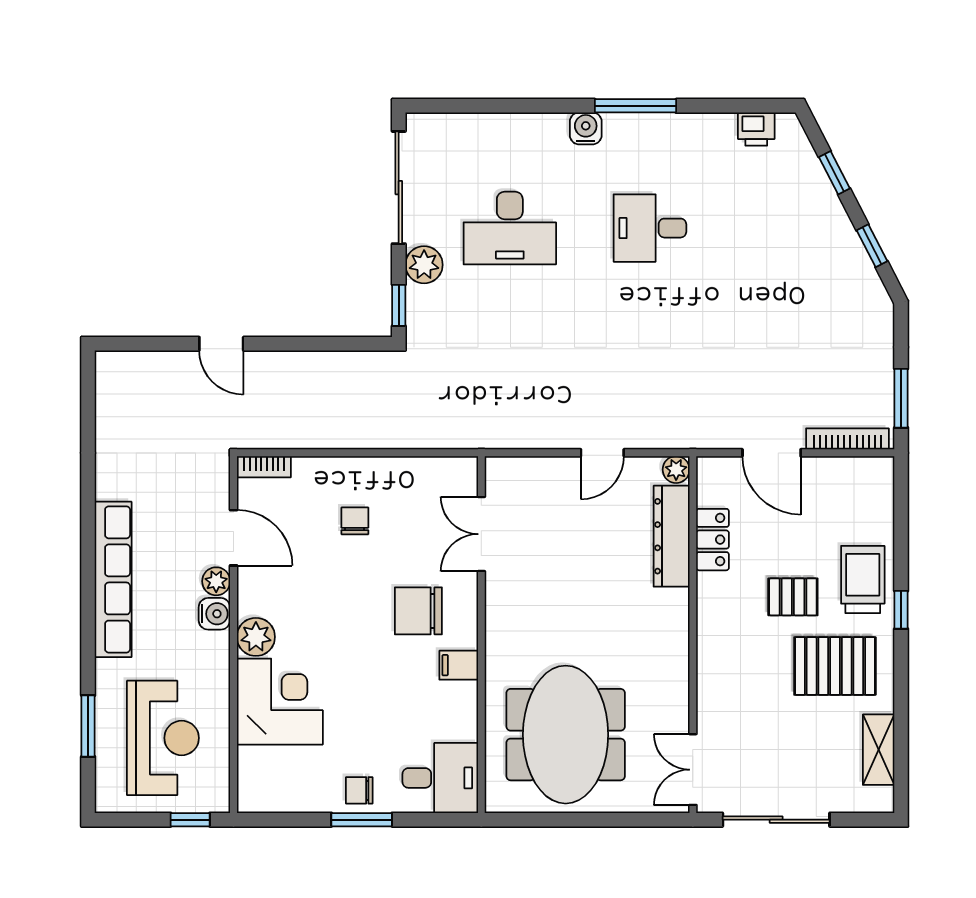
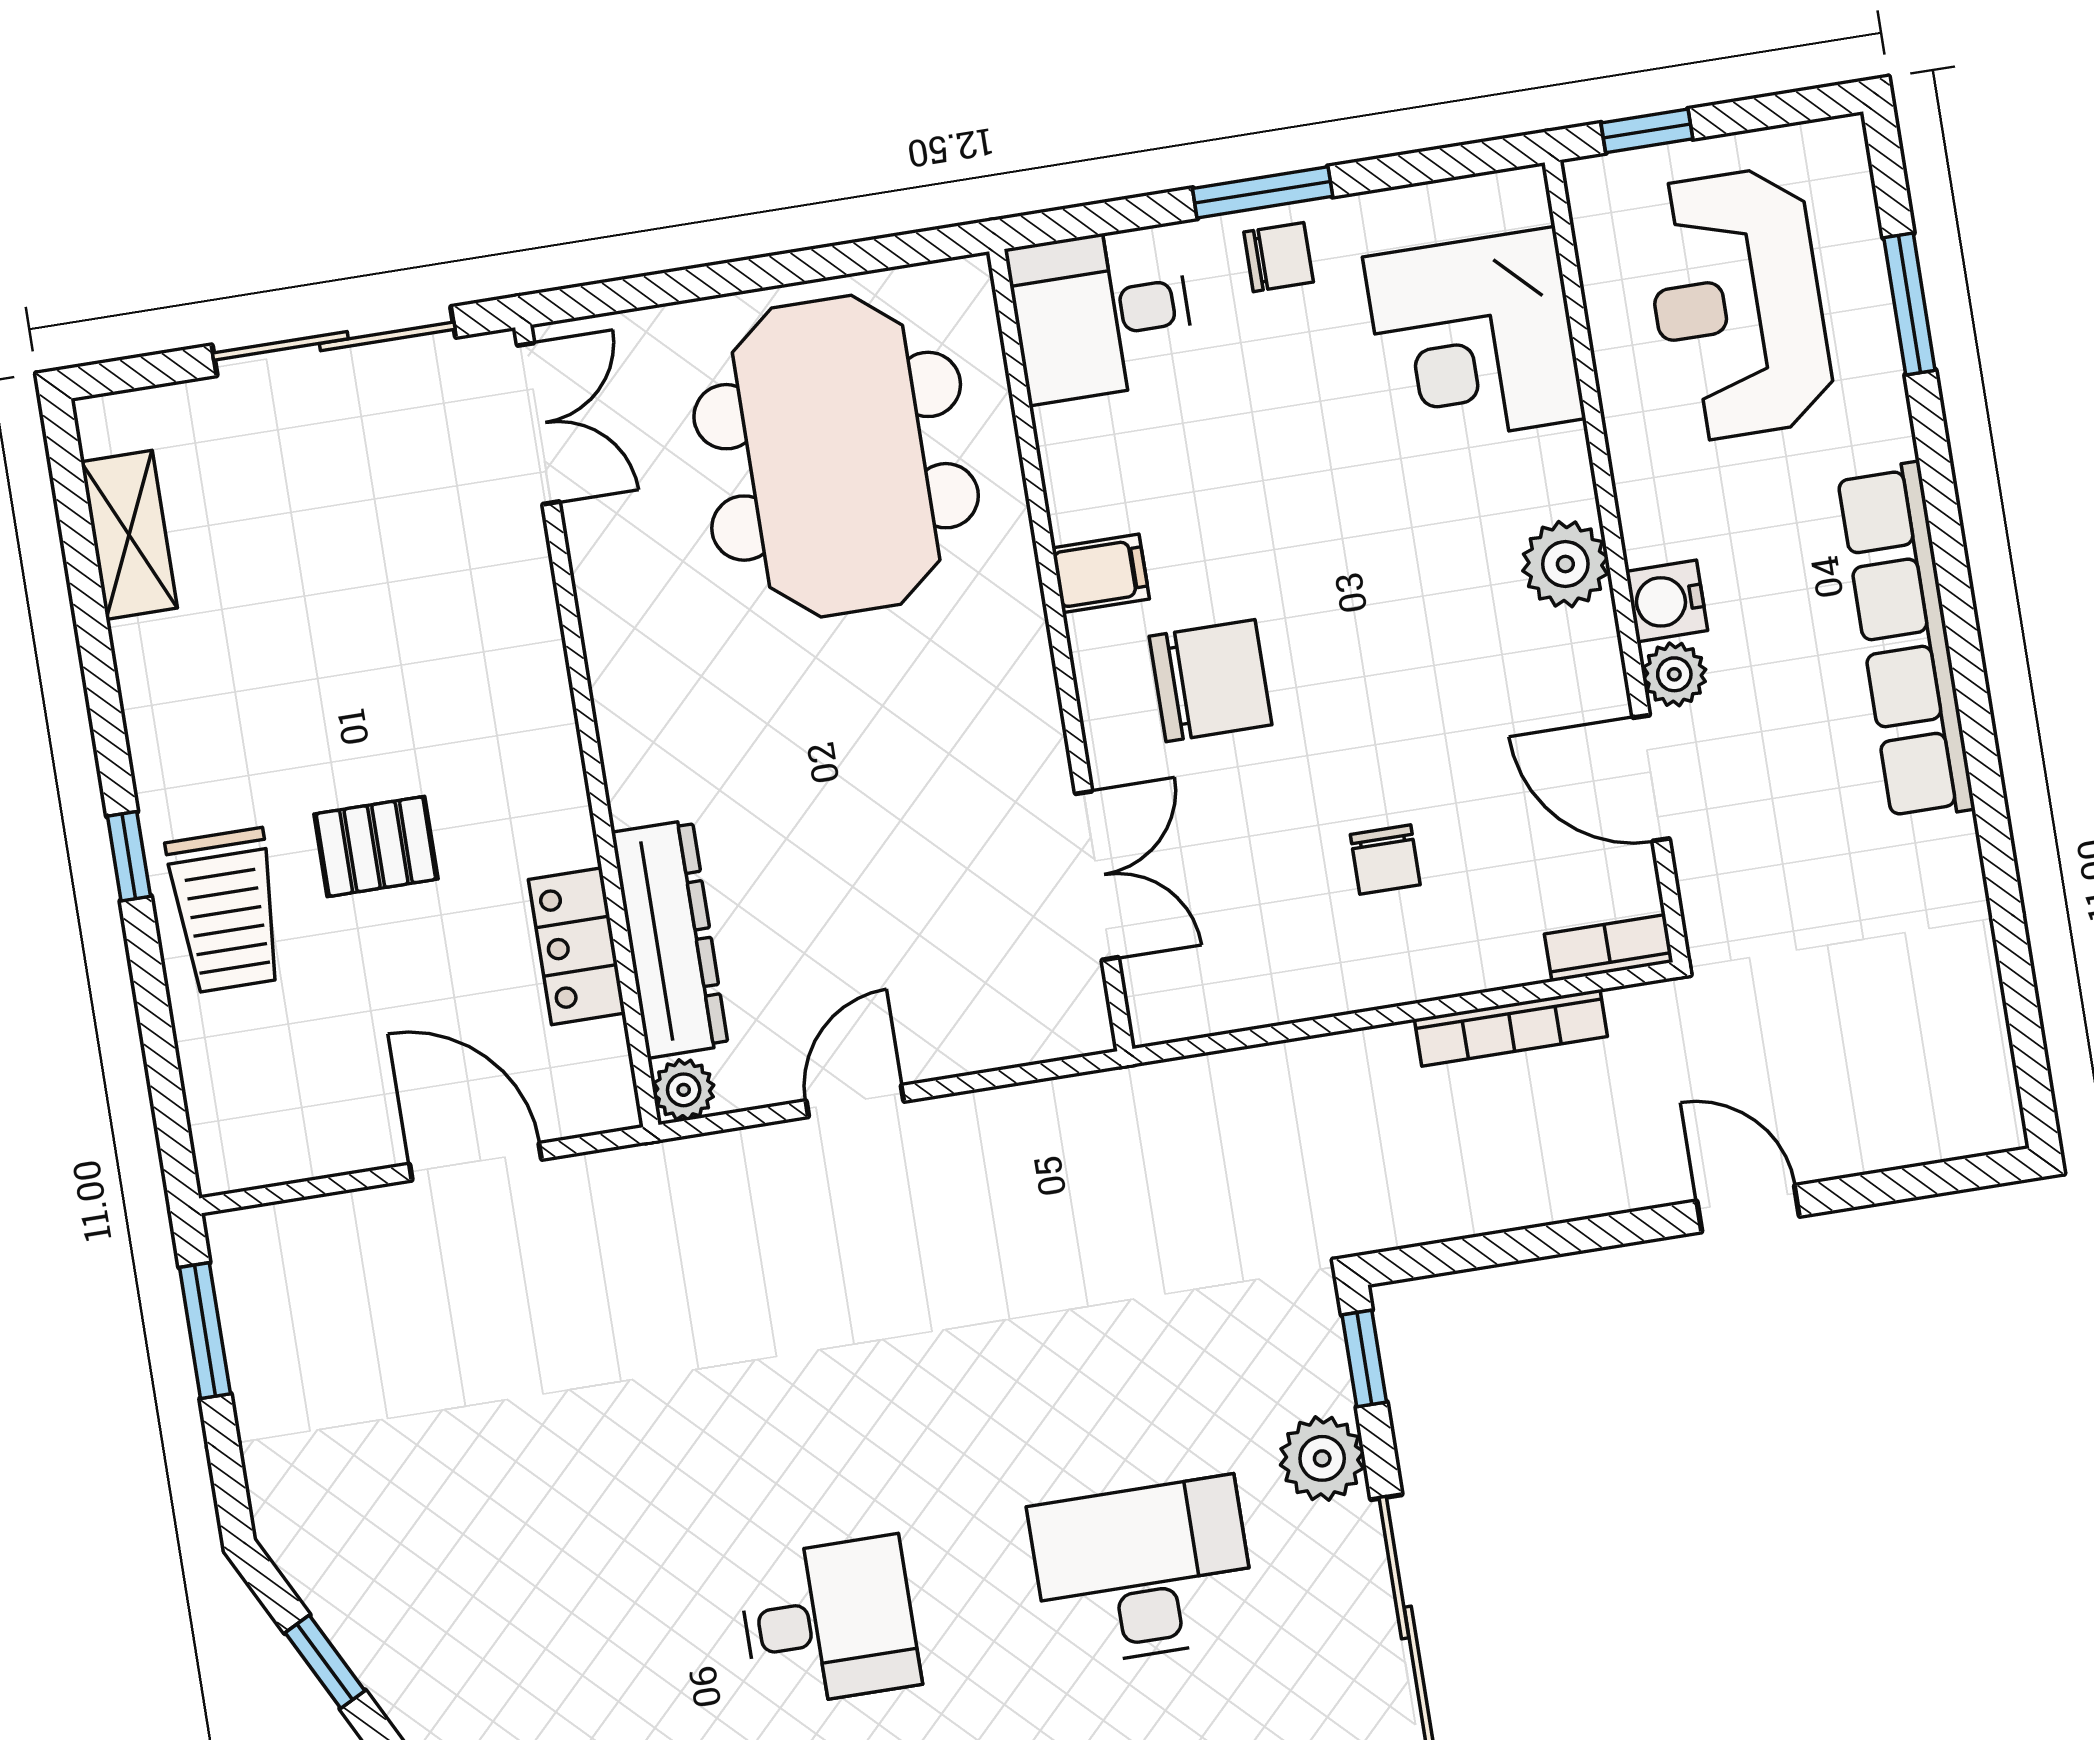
bookcase: (847, 439) -> (1511, 1028), moved
pallet: (835, 666) -> (257, 707), removed
corner desk: (280, 702) -> (1474, 338), moved

